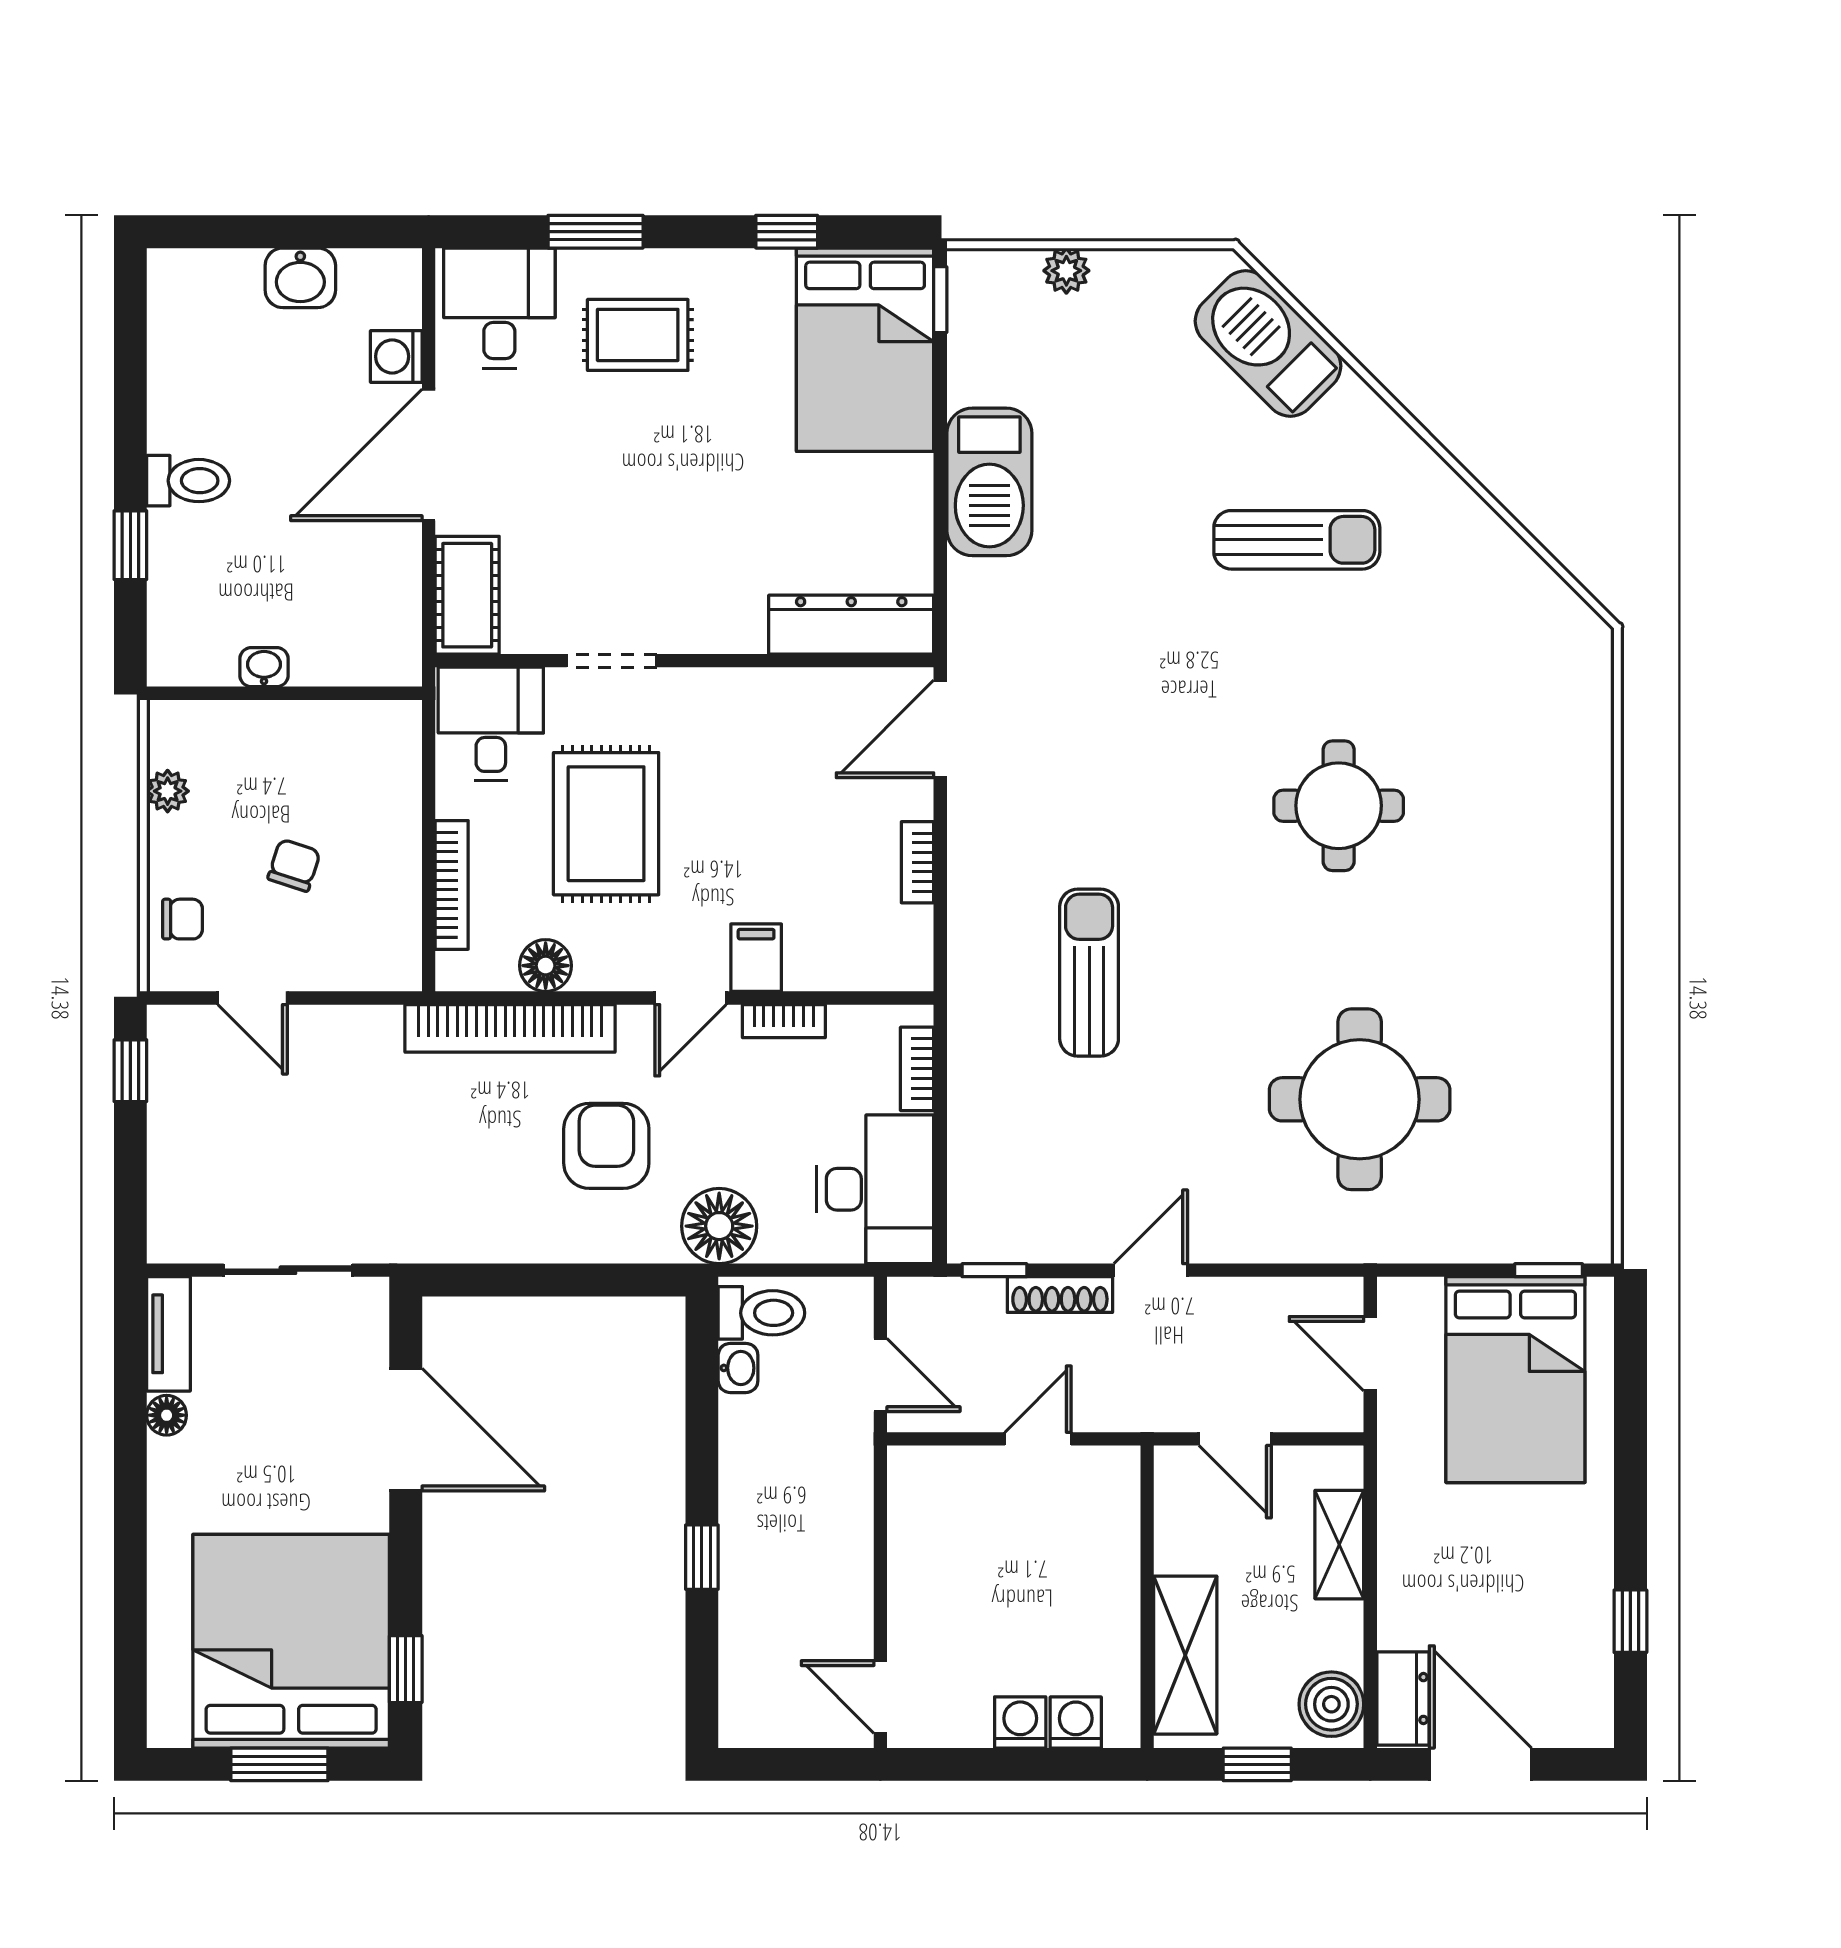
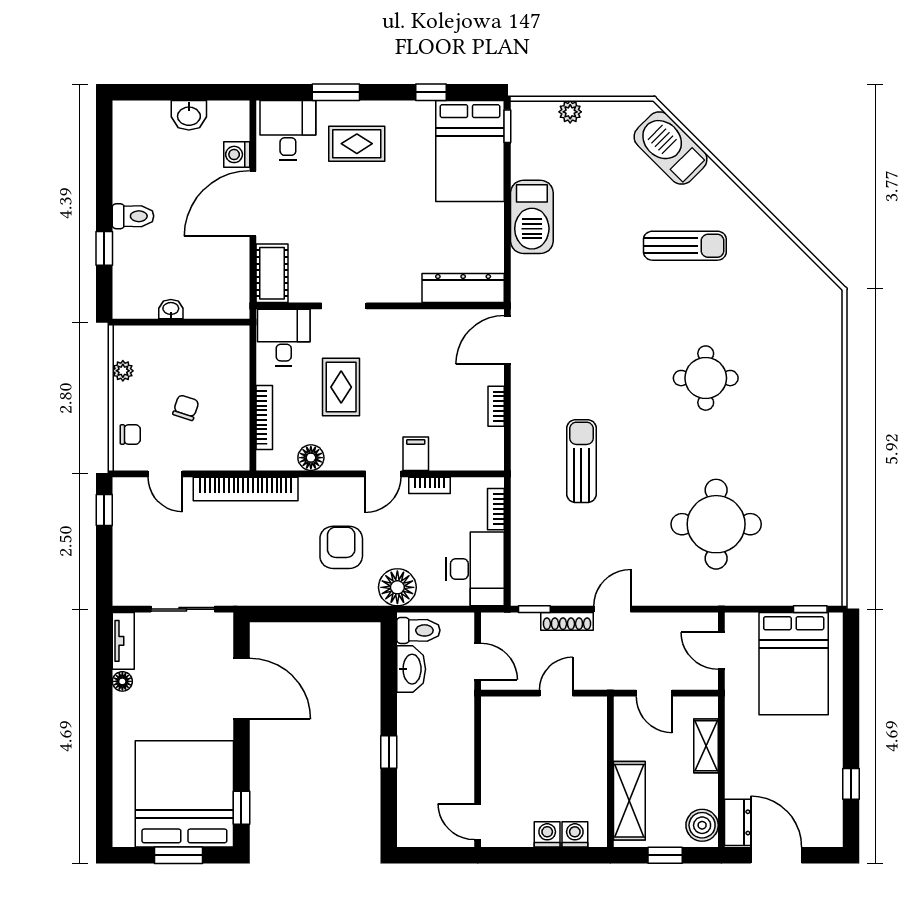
rug: (606, 824) -> (341, 387), width x0.73, depth x0.70
bookcase: (510, 1028) -> (246, 489), moved
washbasin: (738, 1368) -> (411, 669), width x1.91, depth x1.45

